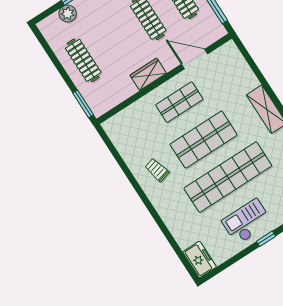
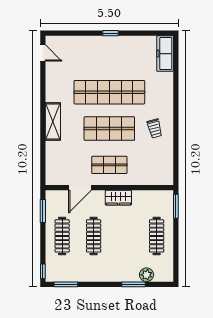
door: (195, 59) -> (80, 188), hinge flipped
checkout: (247, 222) -> (116, 53), removed
freezer: (200, 259) -> (165, 54), width x1.40

